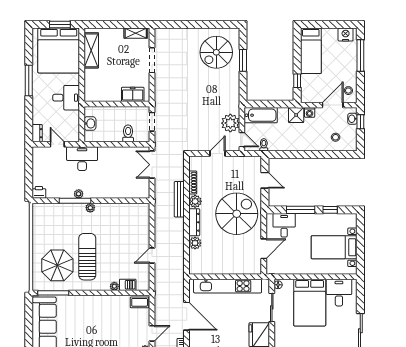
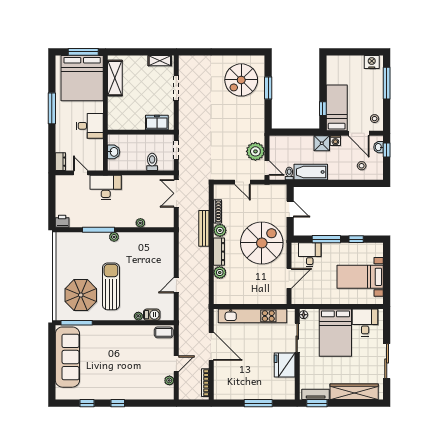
window: (60, 25) -> (83, 52), width x1.44
bed: (311, 51) -> (337, 108), moved, turned 180
door: (333, 105) -> (359, 133), swing flipped
bathtub: (261, 115) -> (311, 172), moved, turned 180
door: (218, 154) -> (242, 182), swing flipped
plant: (79, 194) -> (140, 223), moved

